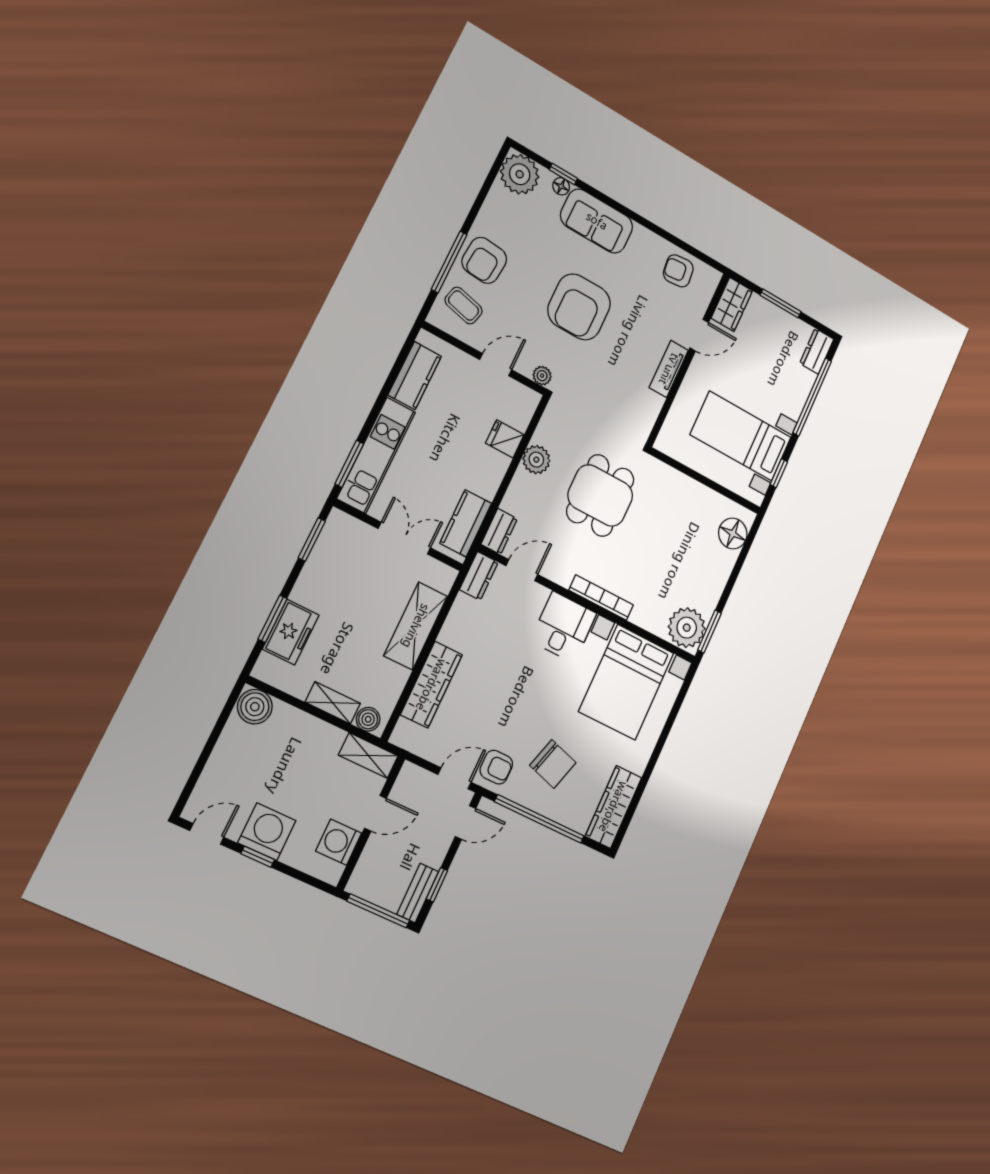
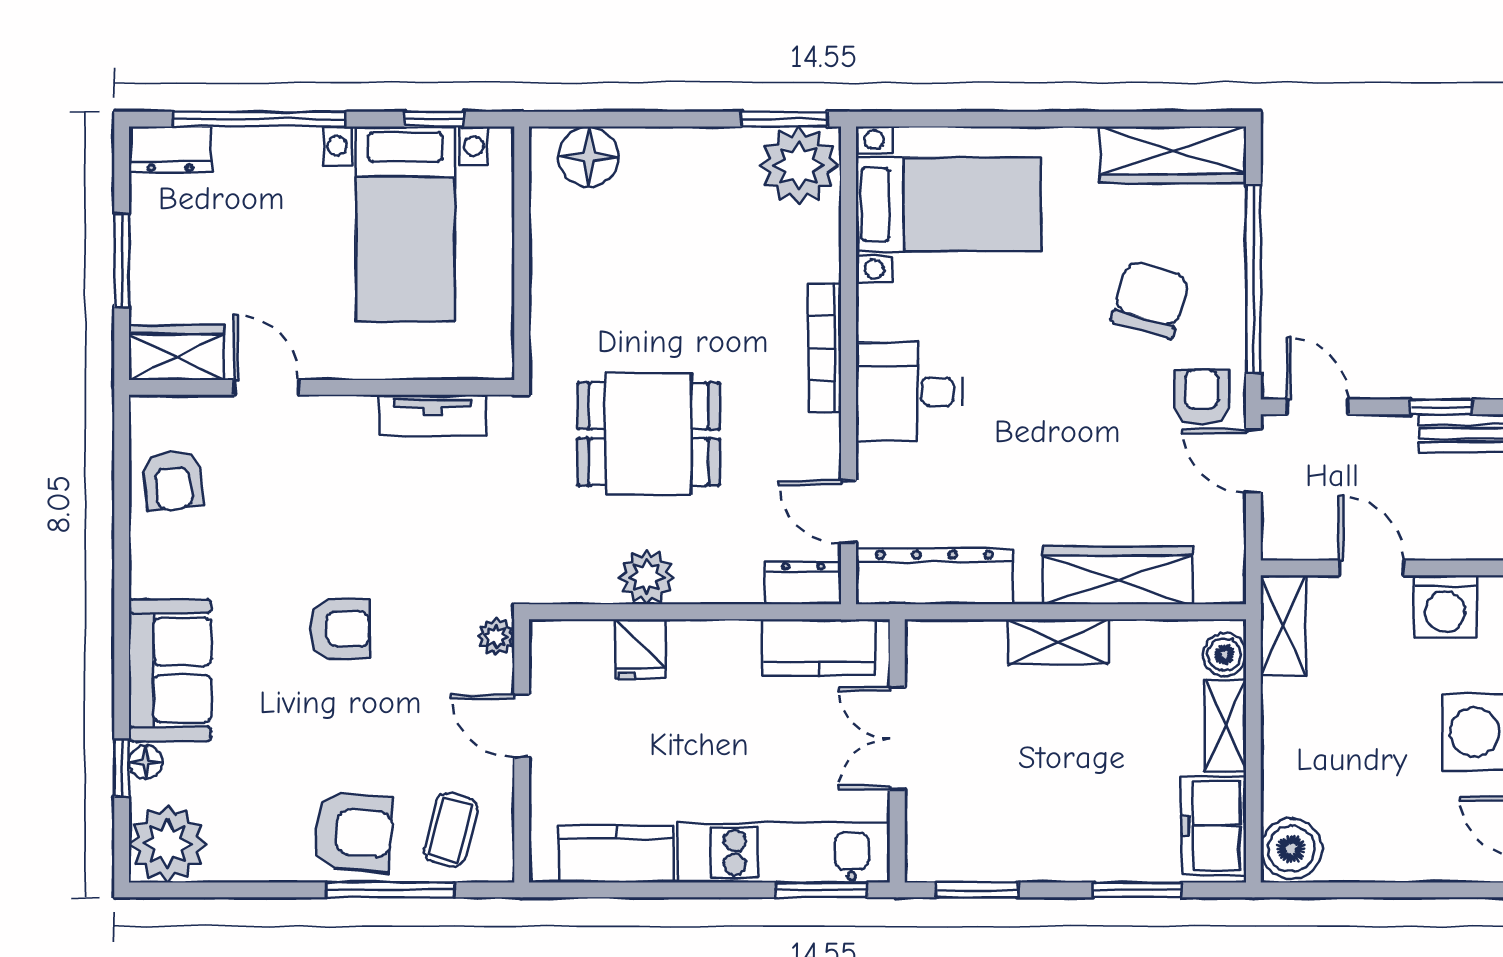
armchair: (579, 307) -> (340, 629), width x0.53, depth x0.53
tv unit: (669, 369) -> (433, 415), moved
dresser: (479, 576) -> (935, 576), width x1.96, depth x1.24
shelving: (416, 626) -> (1058, 642), width x0.67, depth x0.75
freezer: (291, 632) -> (1214, 826), moved, turned -90
bed with nightstands: (626, 682) -> (948, 204), width x0.73

